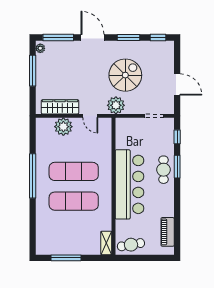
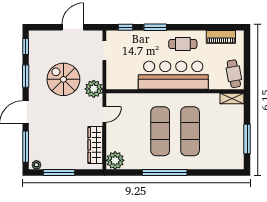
plant: (63, 127) -> (115, 160), moved
cafe table: (164, 170) -> (183, 44), moved

